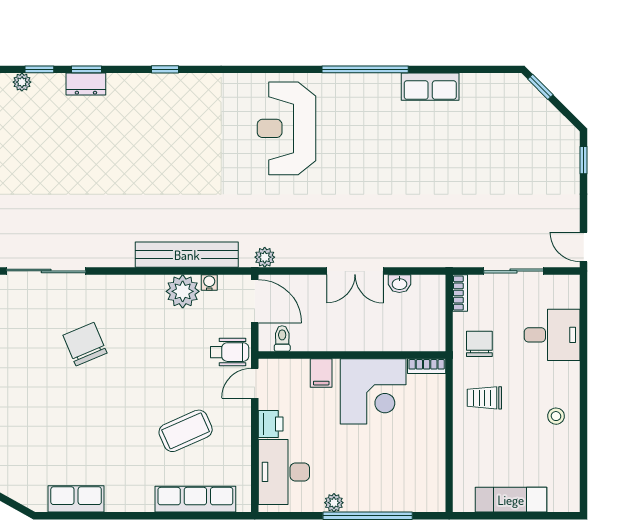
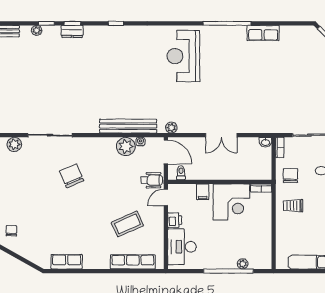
washbasin: (399, 284) -> (265, 142), moved
plant: (334, 503) -> (243, 264), moved

